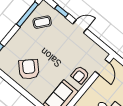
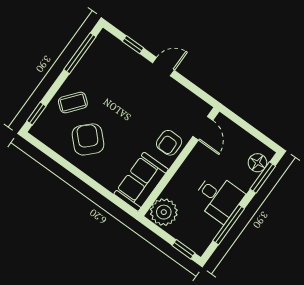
coffee table: (42, 22) -> (73, 103), moved

